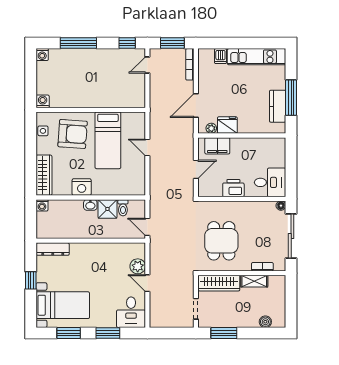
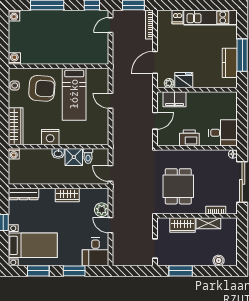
wardrobe: (100, 250) -> (67, 195), added
wardrobe: (219, 283) -> (182, 225), width x0.67

